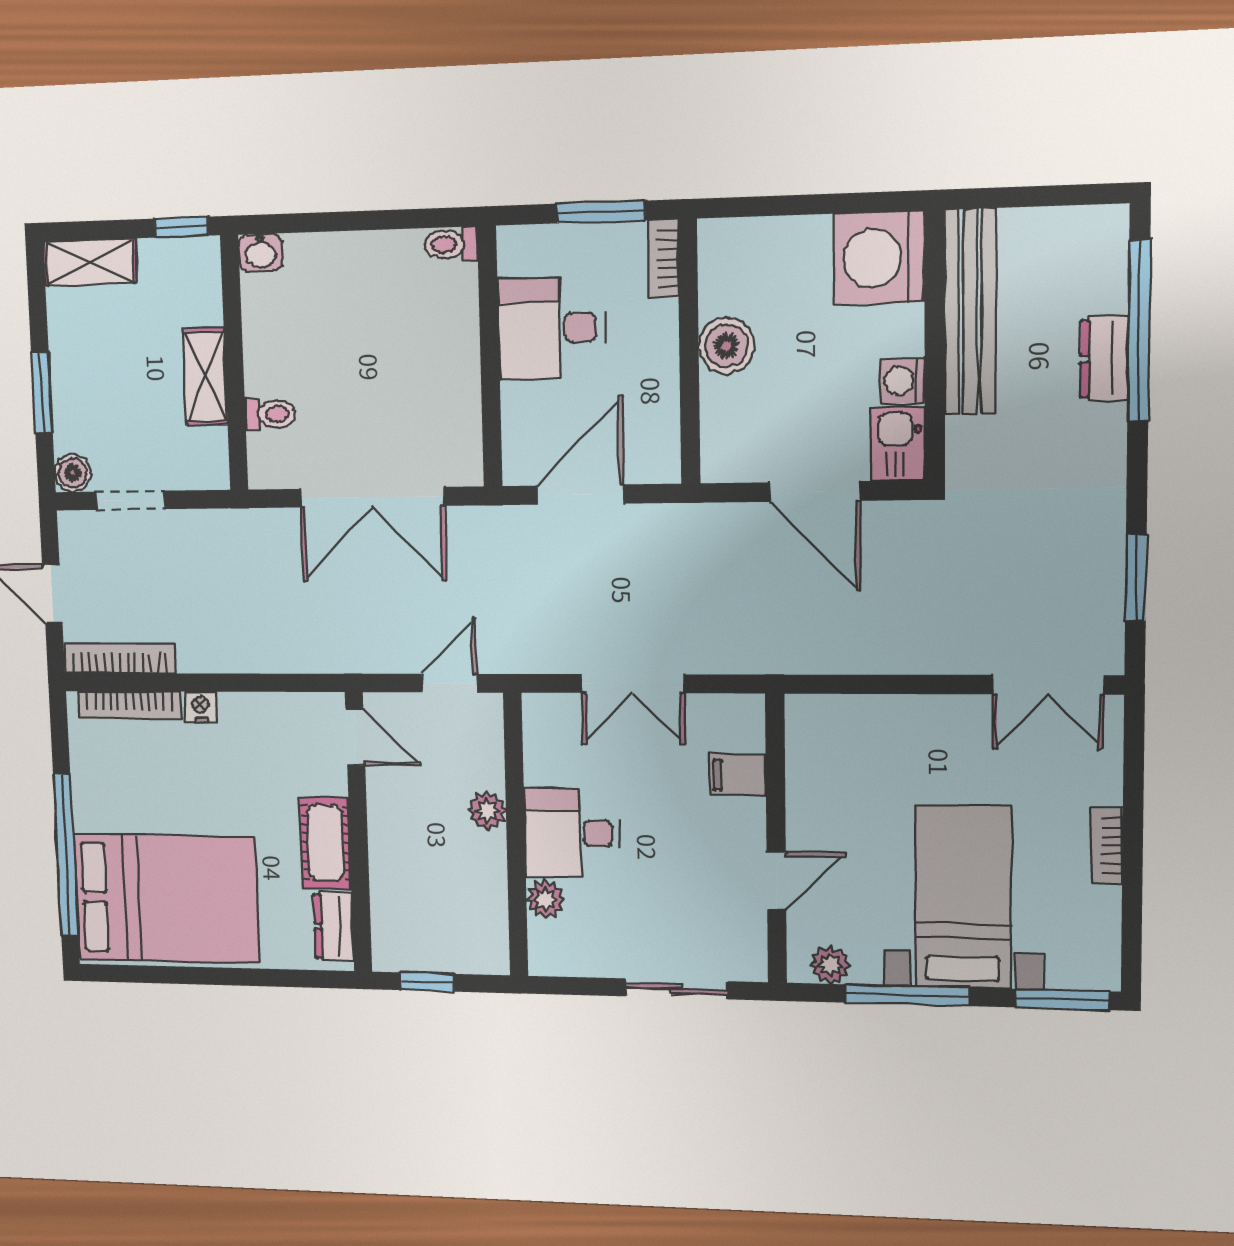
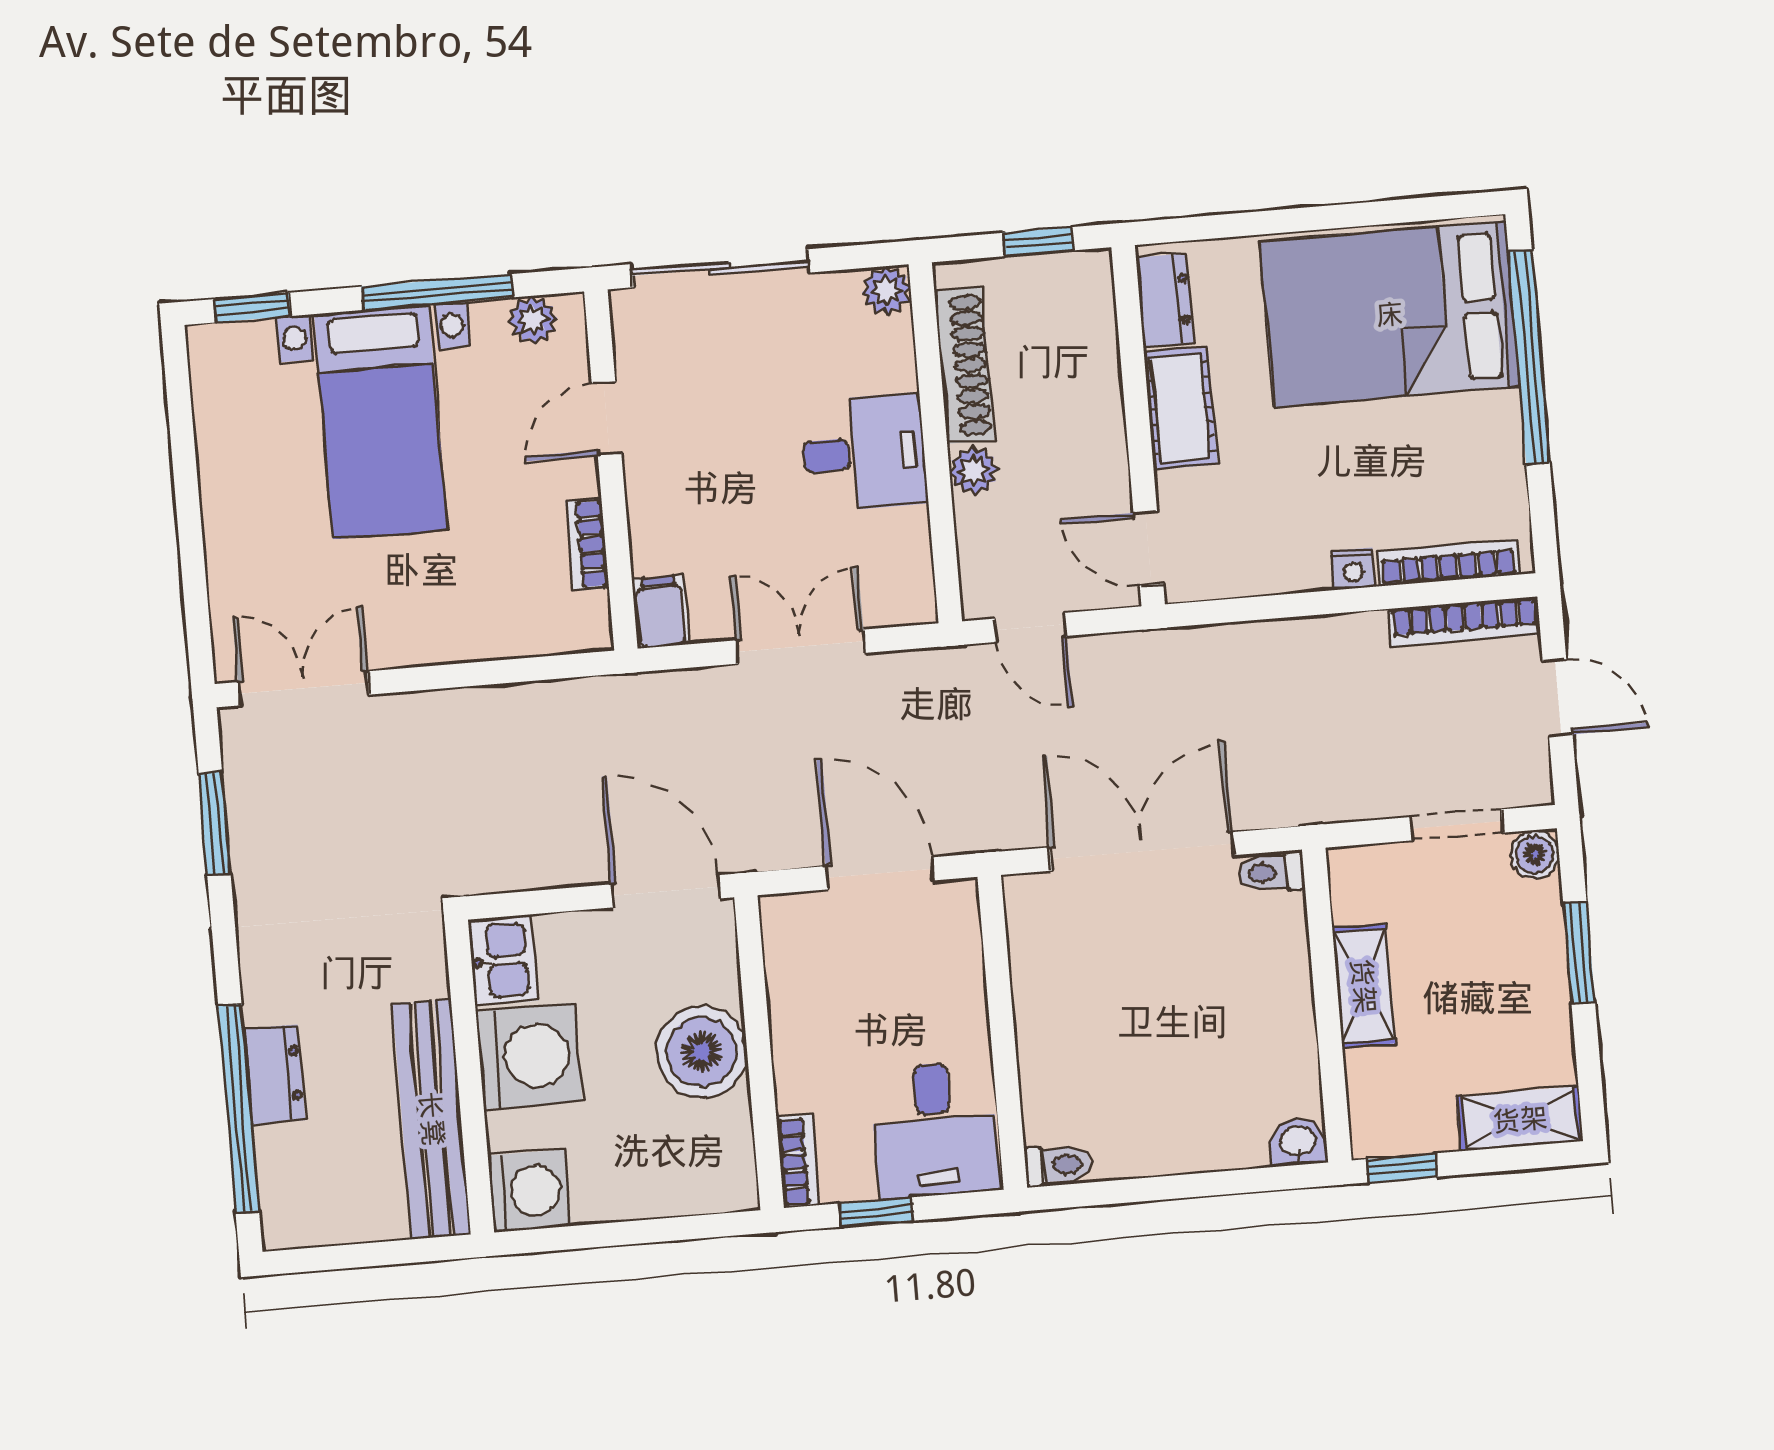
window: (601, 212) -> (877, 1212), width x0.67
washing machine: (879, 258) -> (529, 1191), width x0.73, depth x0.73
desk: (552, 328) -> (935, 1130), moved, turned 90
boiler: (726, 346) -> (702, 1052), width x1.37, depth x1.37
washing machine: (902, 381) -> (529, 1056), width x1.89, depth x1.89
toilet: (270, 414) -> (1271, 872), moved
door: (814, 492) -> (666, 891), moved
door: (580, 495) -> (880, 873), swing flipped
door: (449, 683) -> (1031, 627), hinge flipped
filing cabinet: (738, 775) -> (661, 612), moved, turned -90
bookcase: (1107, 846) -> (587, 544), moved, turned 180
shoe rack: (490, 893) -> (964, 366), added
plant: (545, 899) -> (886, 291), moved
sliding door: (676, 989) -> (720, 268), width x1.37
window: (1062, 999) -> (252, 308), width x0.67

